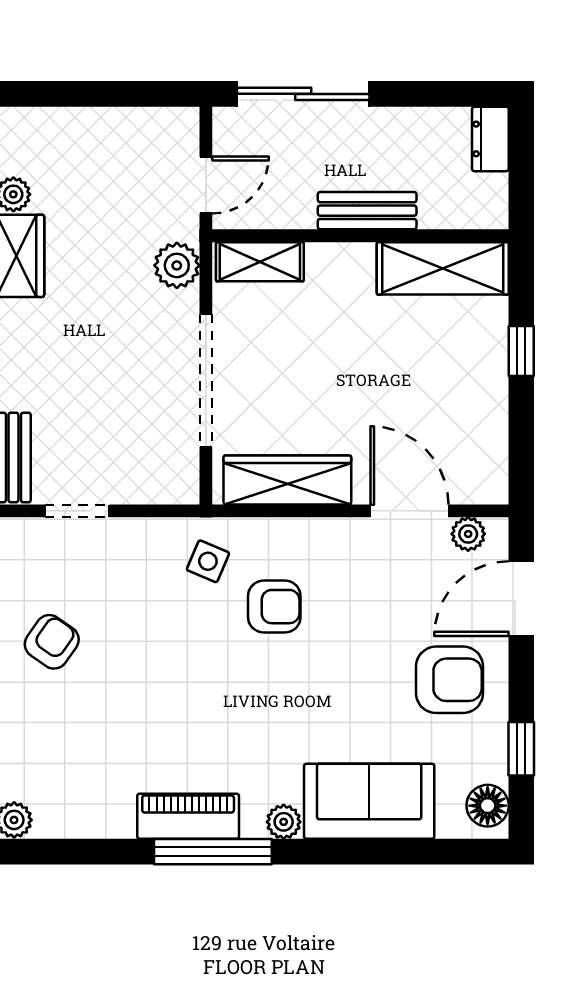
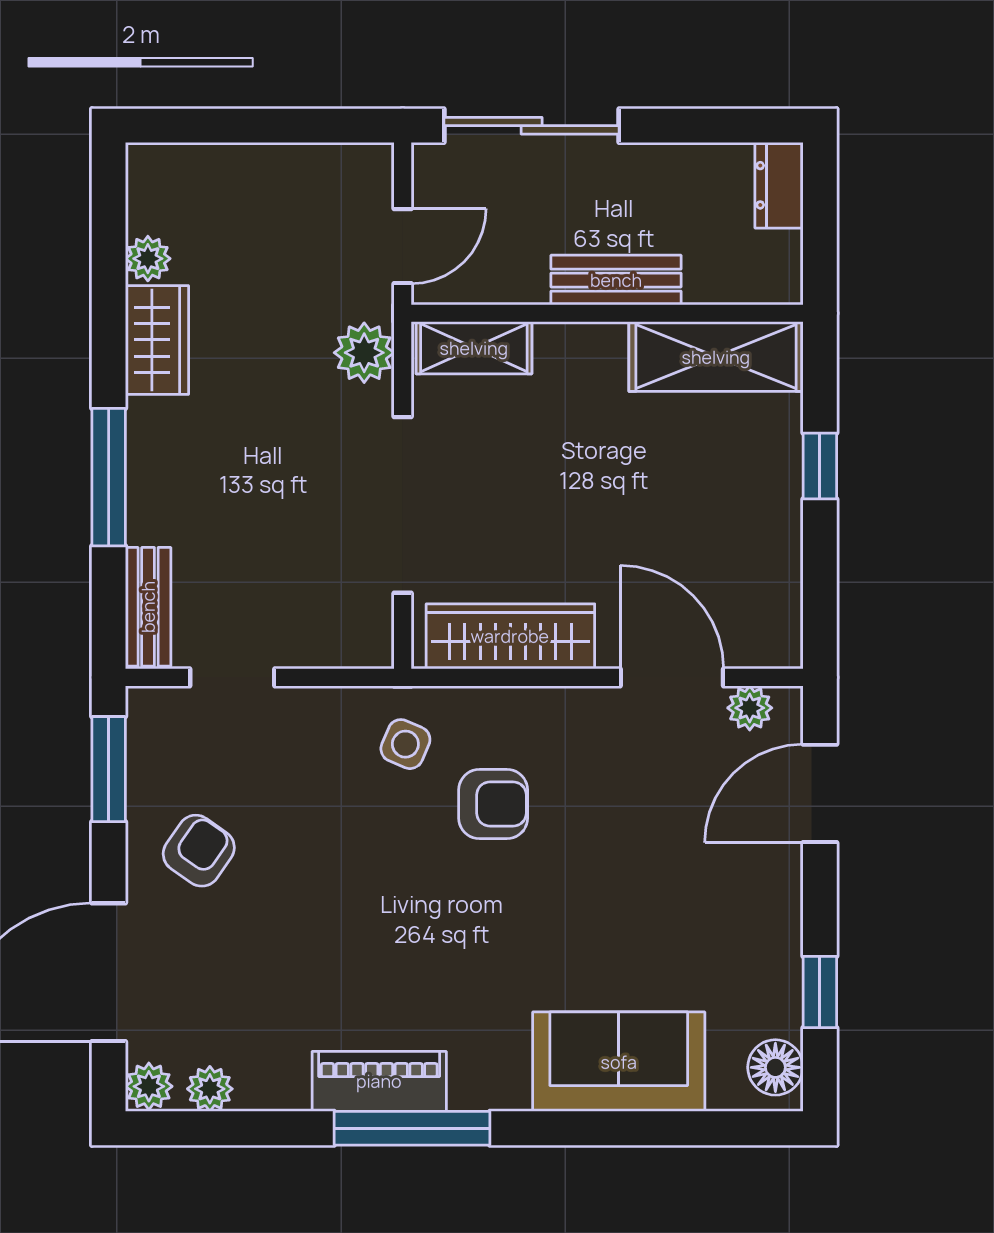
armchair: (450, 680) -> (725, 901), removed
plant: (284, 822) -> (210, 1089), moved

